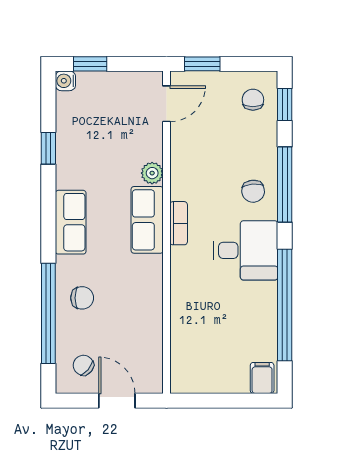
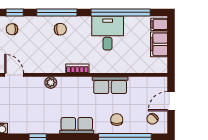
row of seats: (147, 220) -> (110, 85), moved
desk: (246, 250) -> (108, 33), moved
filing cabinet: (224, 378) -> (159, 44), added

